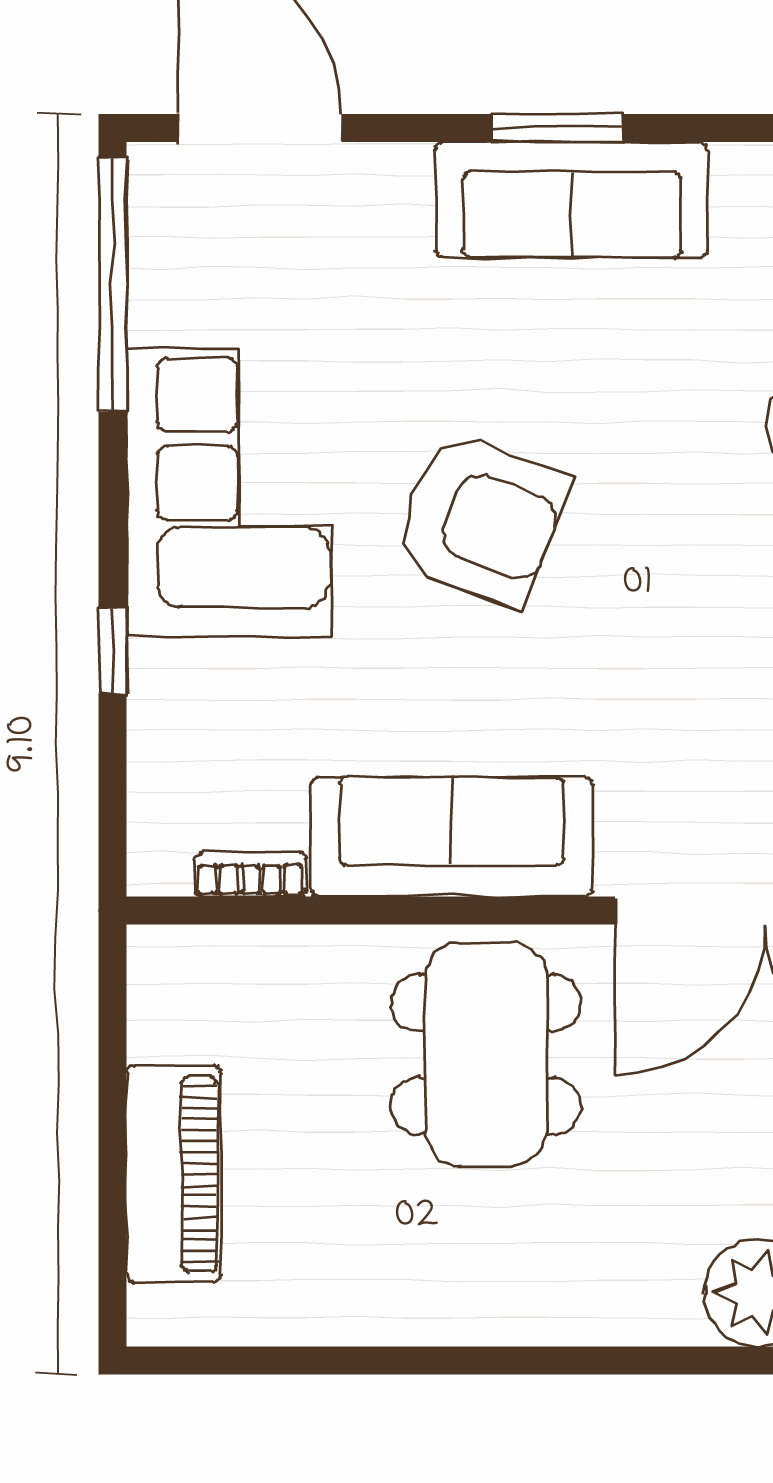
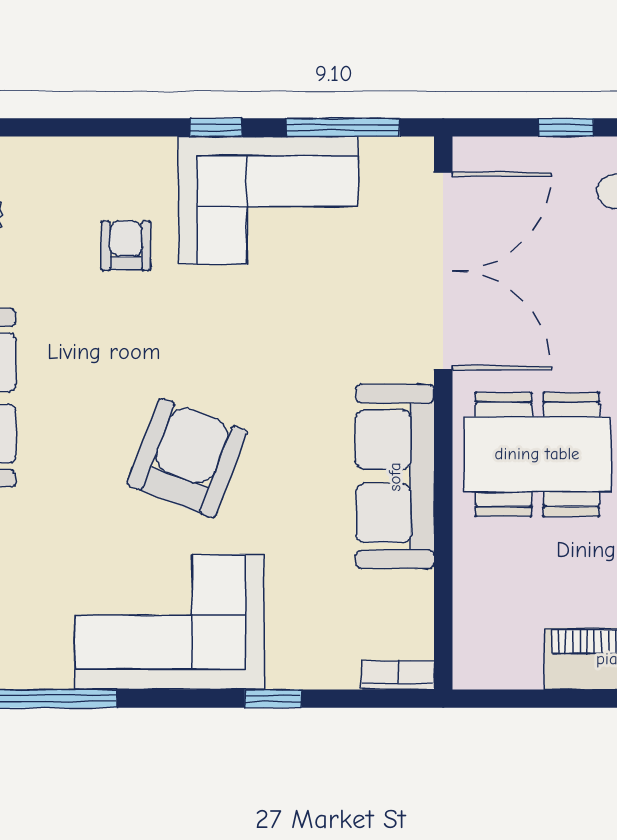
bookcase: (250, 874) -> (398, 675), moved, turned 90

